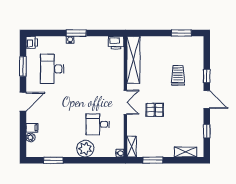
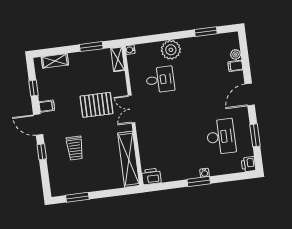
pallet: (155, 110) -> (97, 105), width x1.50, depth x1.42
filing cabinet: (197, 114) -> (47, 106), added

